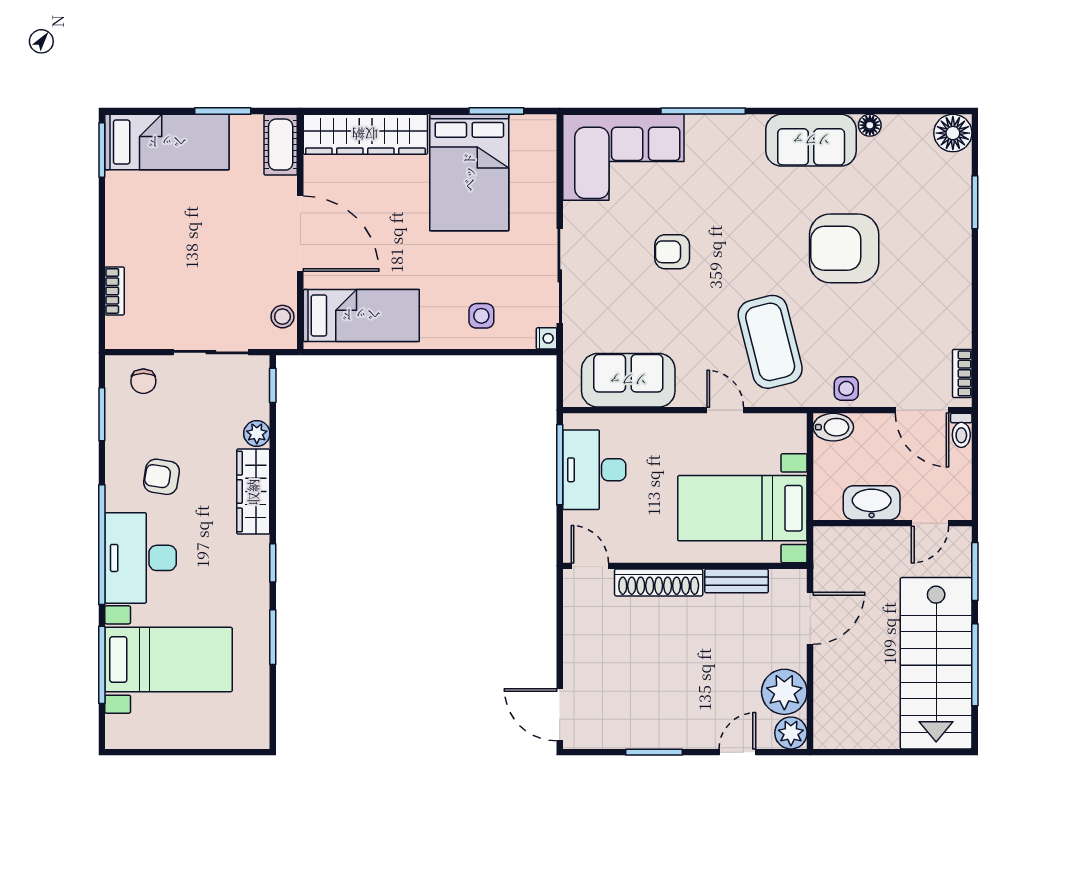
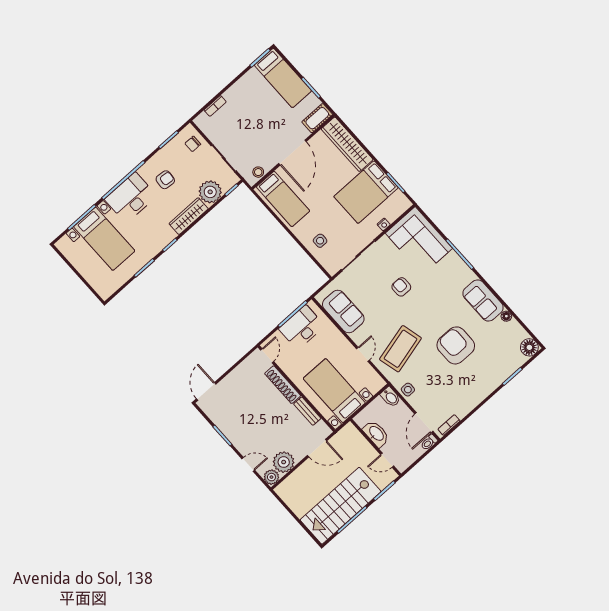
nightstand: (547, 338) -> (384, 224), moved
plant: (257, 433) -> (210, 192), width x1.88, depth x1.88
armchair: (161, 477) -> (165, 180), turned 86

